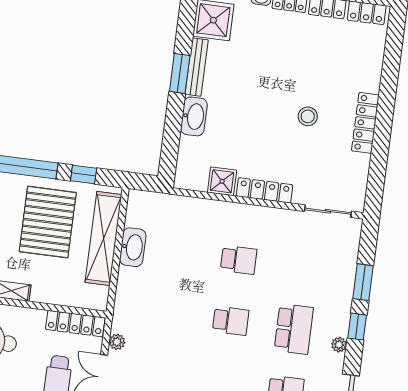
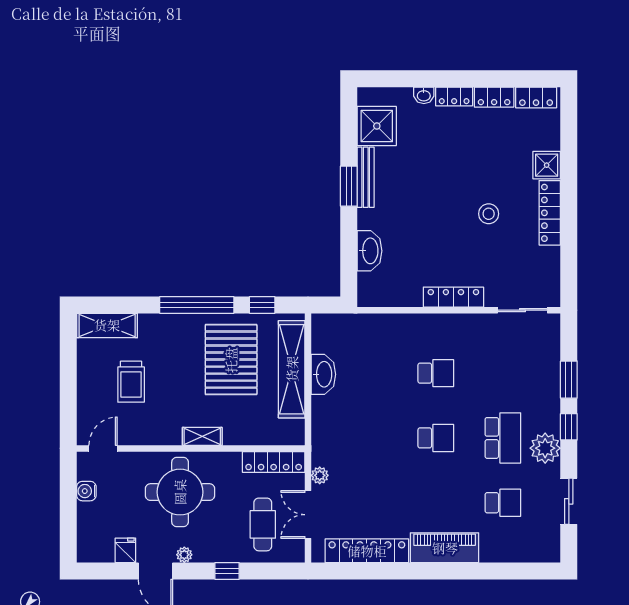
washbasin: (194, 116) -> (370, 251), moved
shower: (222, 181) -> (547, 165), moved
plant: (339, 345) -> (545, 448), width x1.87, depth x1.87

